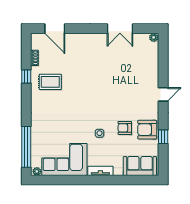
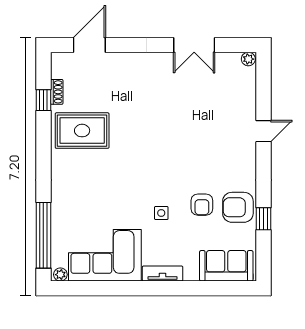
door: (55, 29) -> (89, 45), swing flipped
window: (26, 77) -> (43, 100), moved
rug: (50, 82) -> (82, 131), width x1.36, depth x1.43
door: (163, 94) -> (263, 131), moved
armchair: (125, 128) -> (202, 205), turned -90

